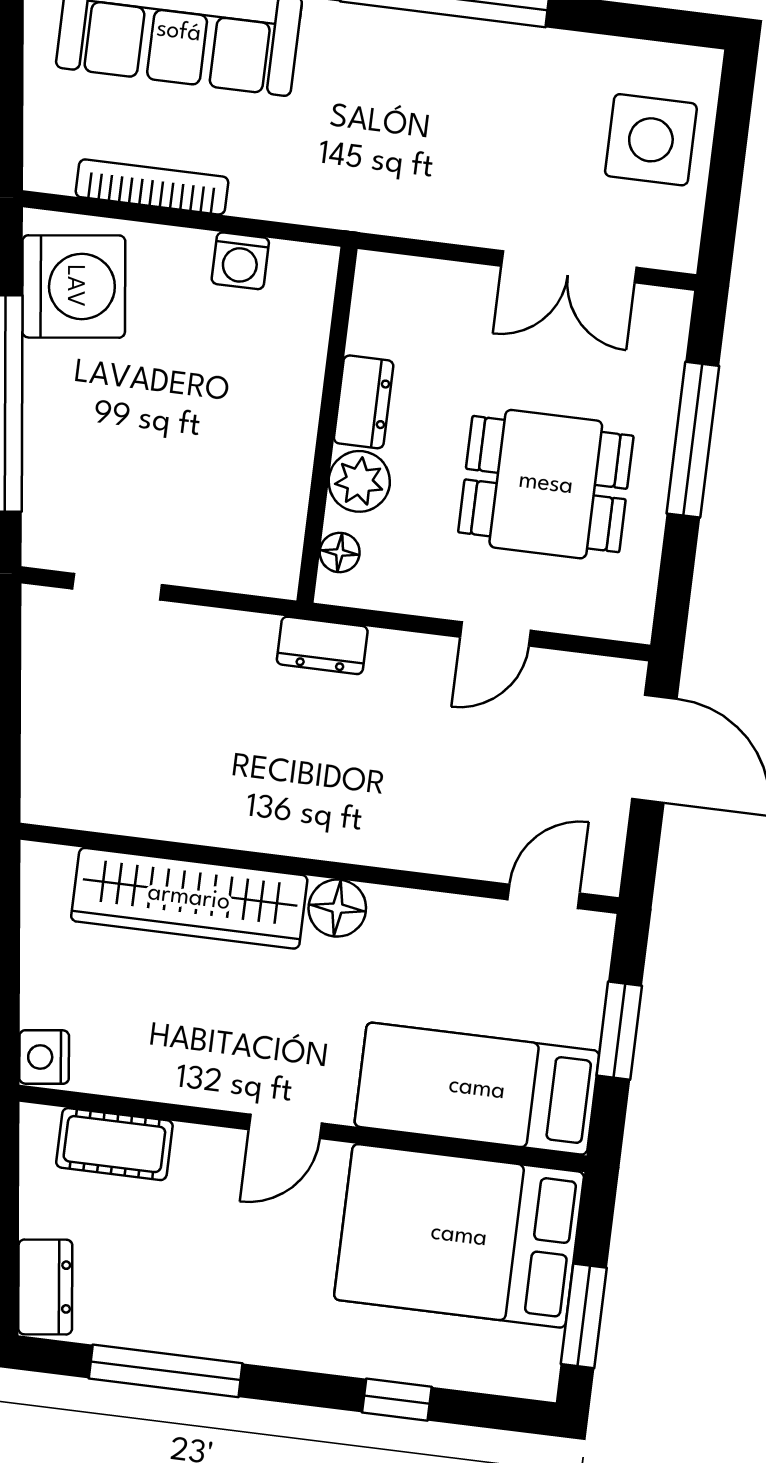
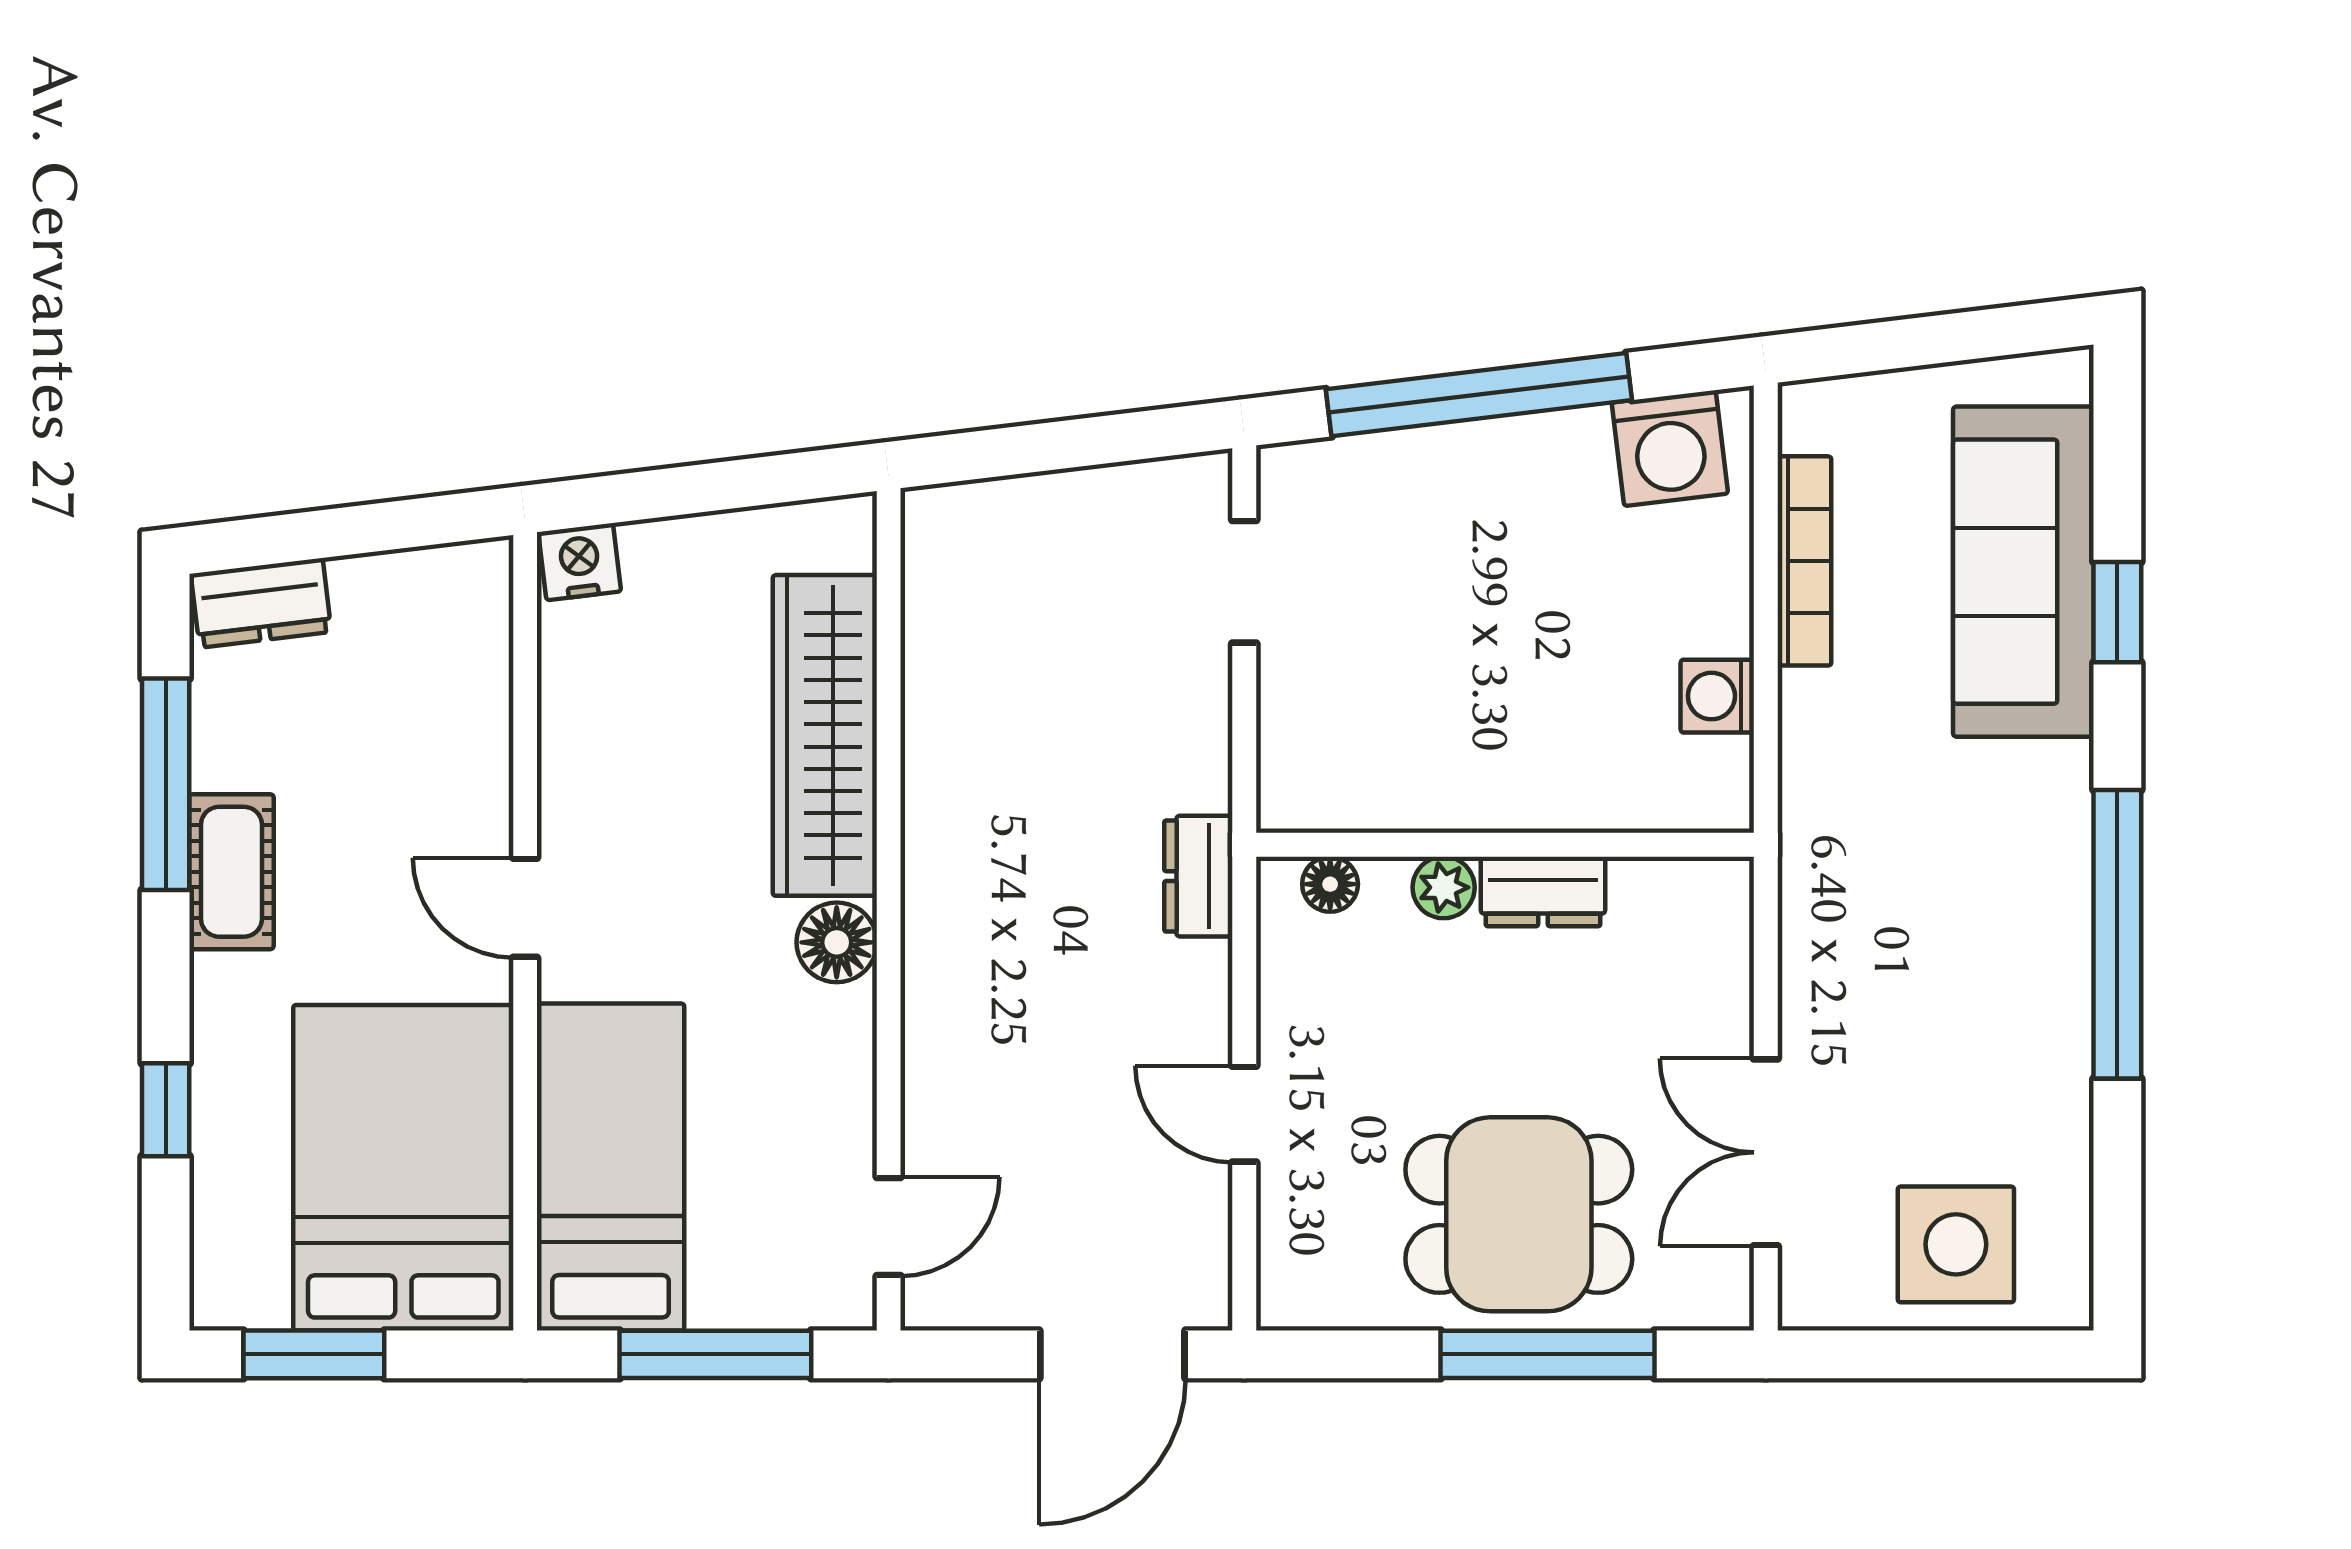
washing machine: (74, 286) -> (1670, 448), width x0.73, depth x0.73
plant: (359, 481) -> (1444, 887), width x0.73, depth x0.73
dining table: (546, 484) -> (1519, 1214), moved, turned 90
door: (544, 896) -> (889, 1227), hinge flipped
window: (619, 1031) -> (715, 1354), width x1.44
cot: (114, 1144) -> (231, 872), moved

